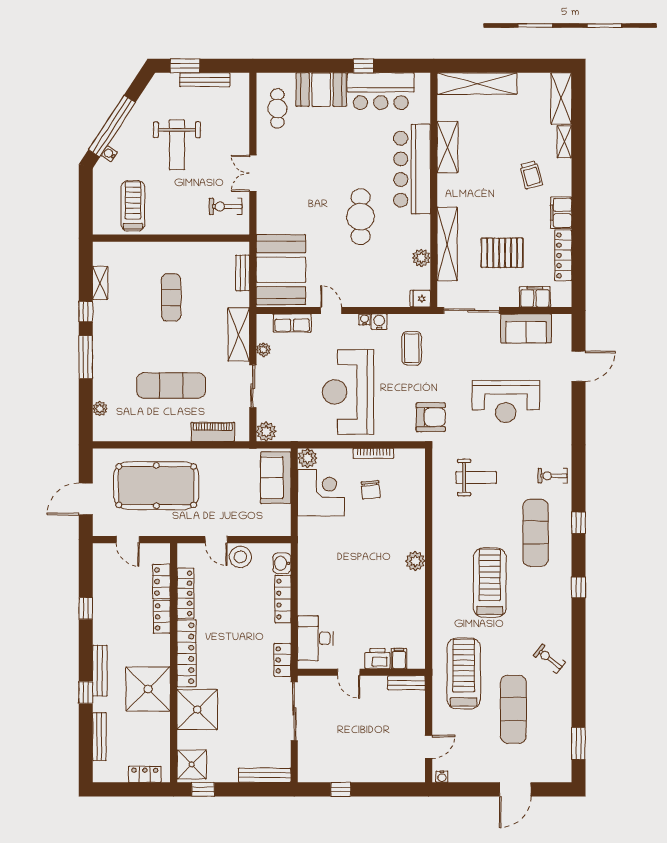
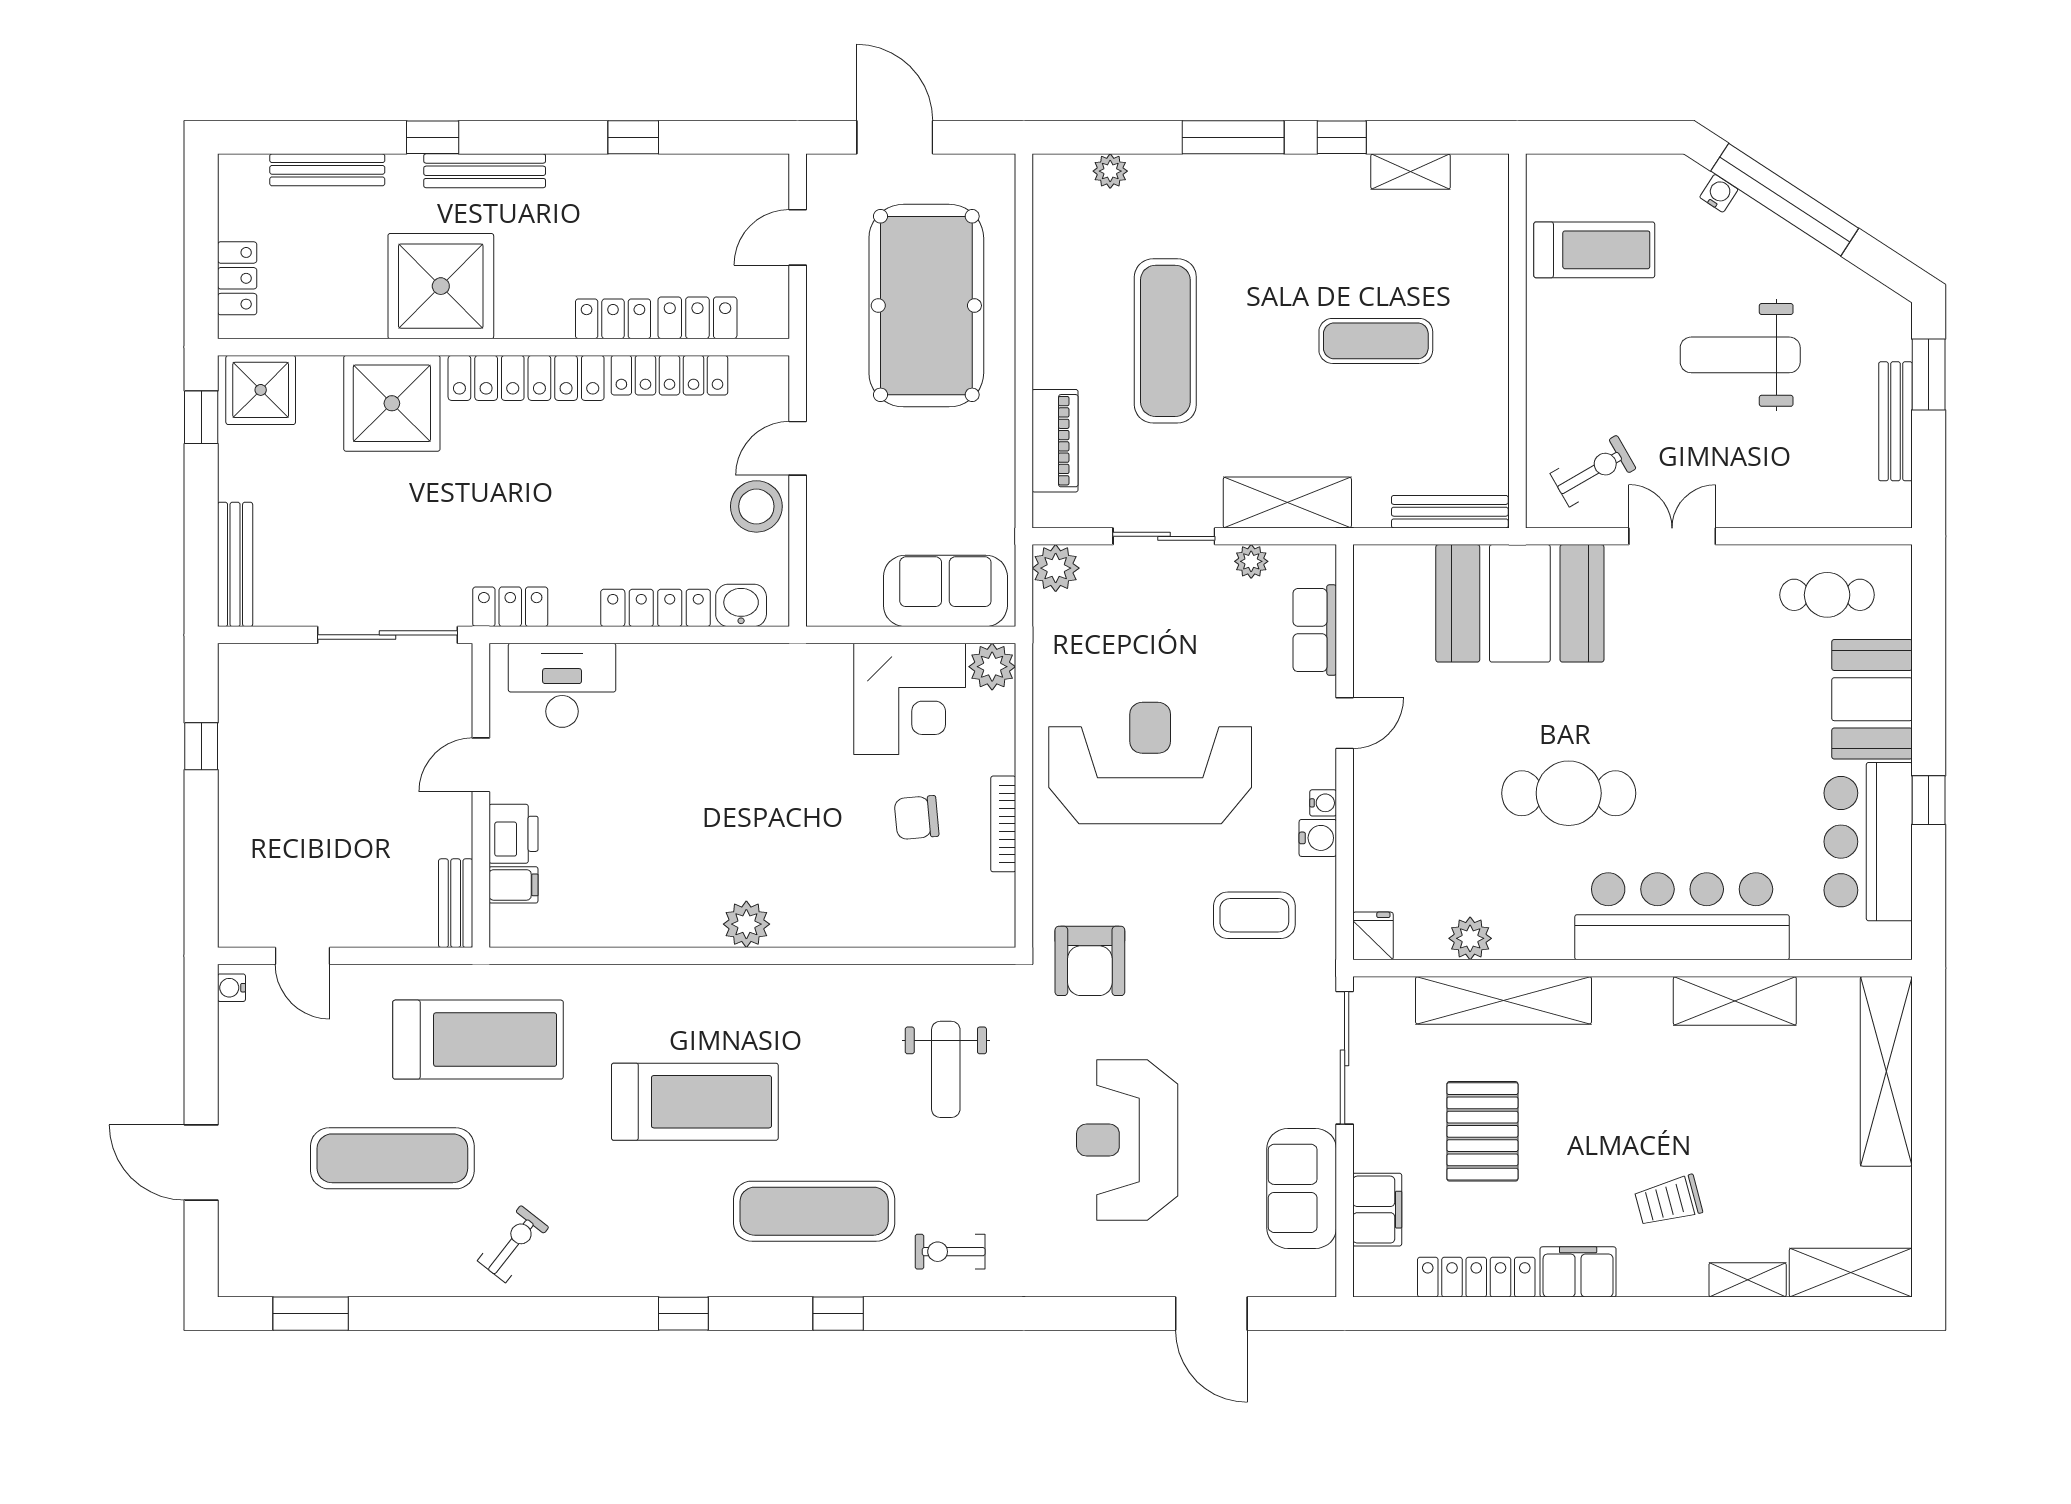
exercise bike: (226, 206) -> (1593, 471), turned 60
booth: (281, 270) -> (1520, 603), moved
bench: (243, 273) -> (1450, 512), width x1.36
exercise bike: (552, 476) -> (950, 1252), turned -90

